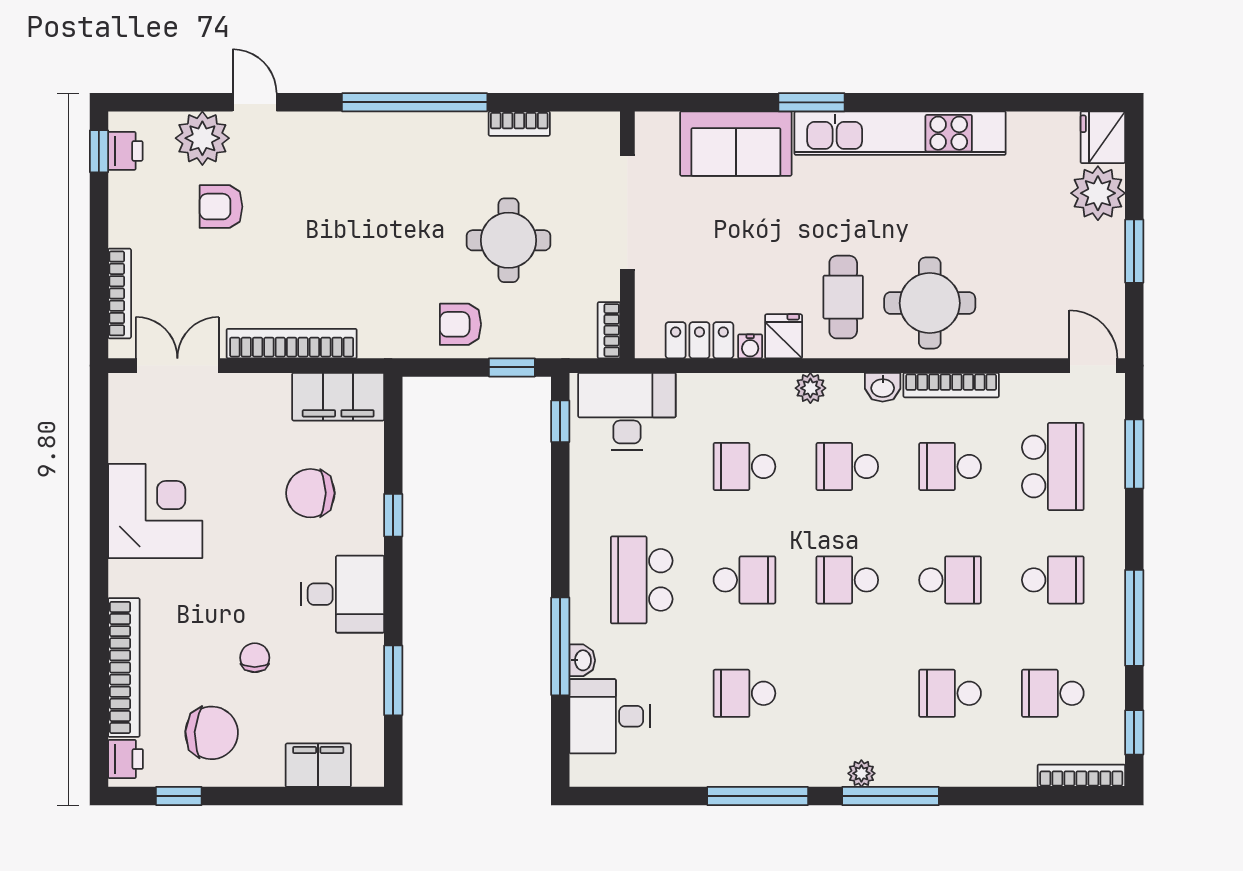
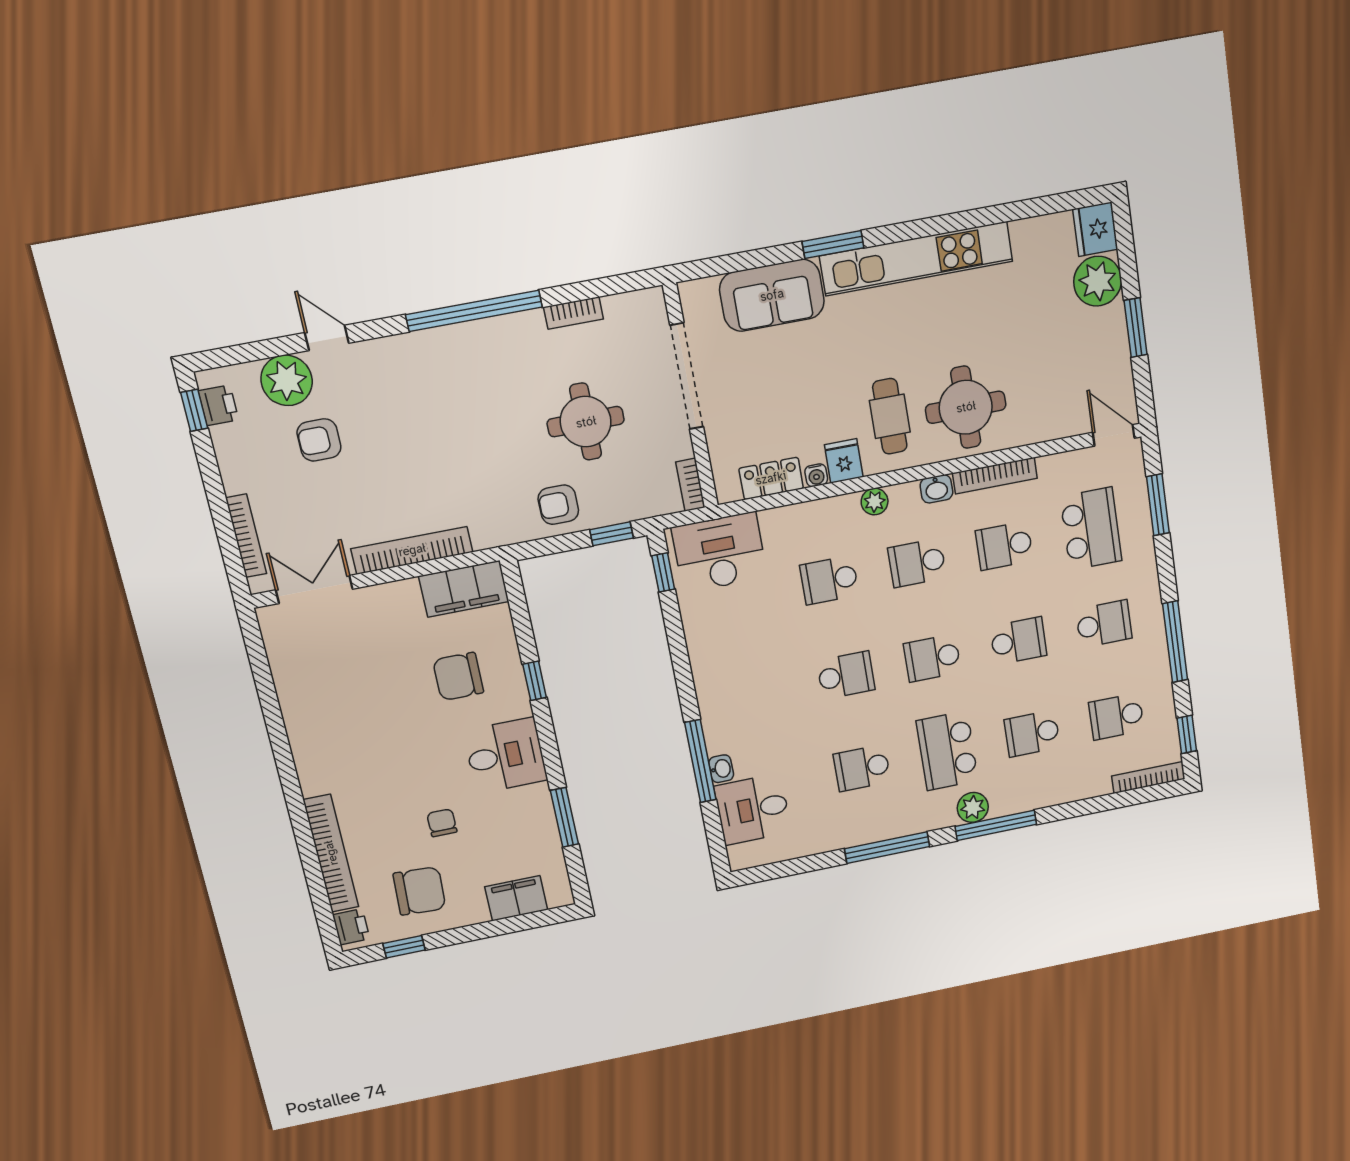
corner desk: (155, 511) -> (326, 718), removed
school desk: (642, 580) -> (947, 751), moved
plant: (861, 773) -> (973, 807), width x1.38, depth x1.38

